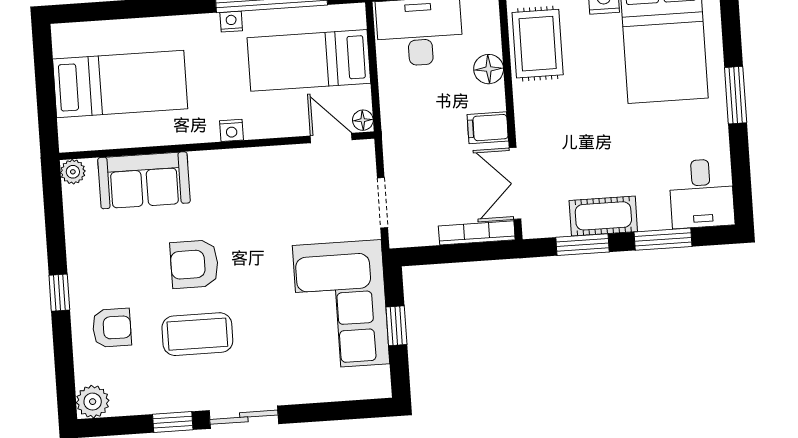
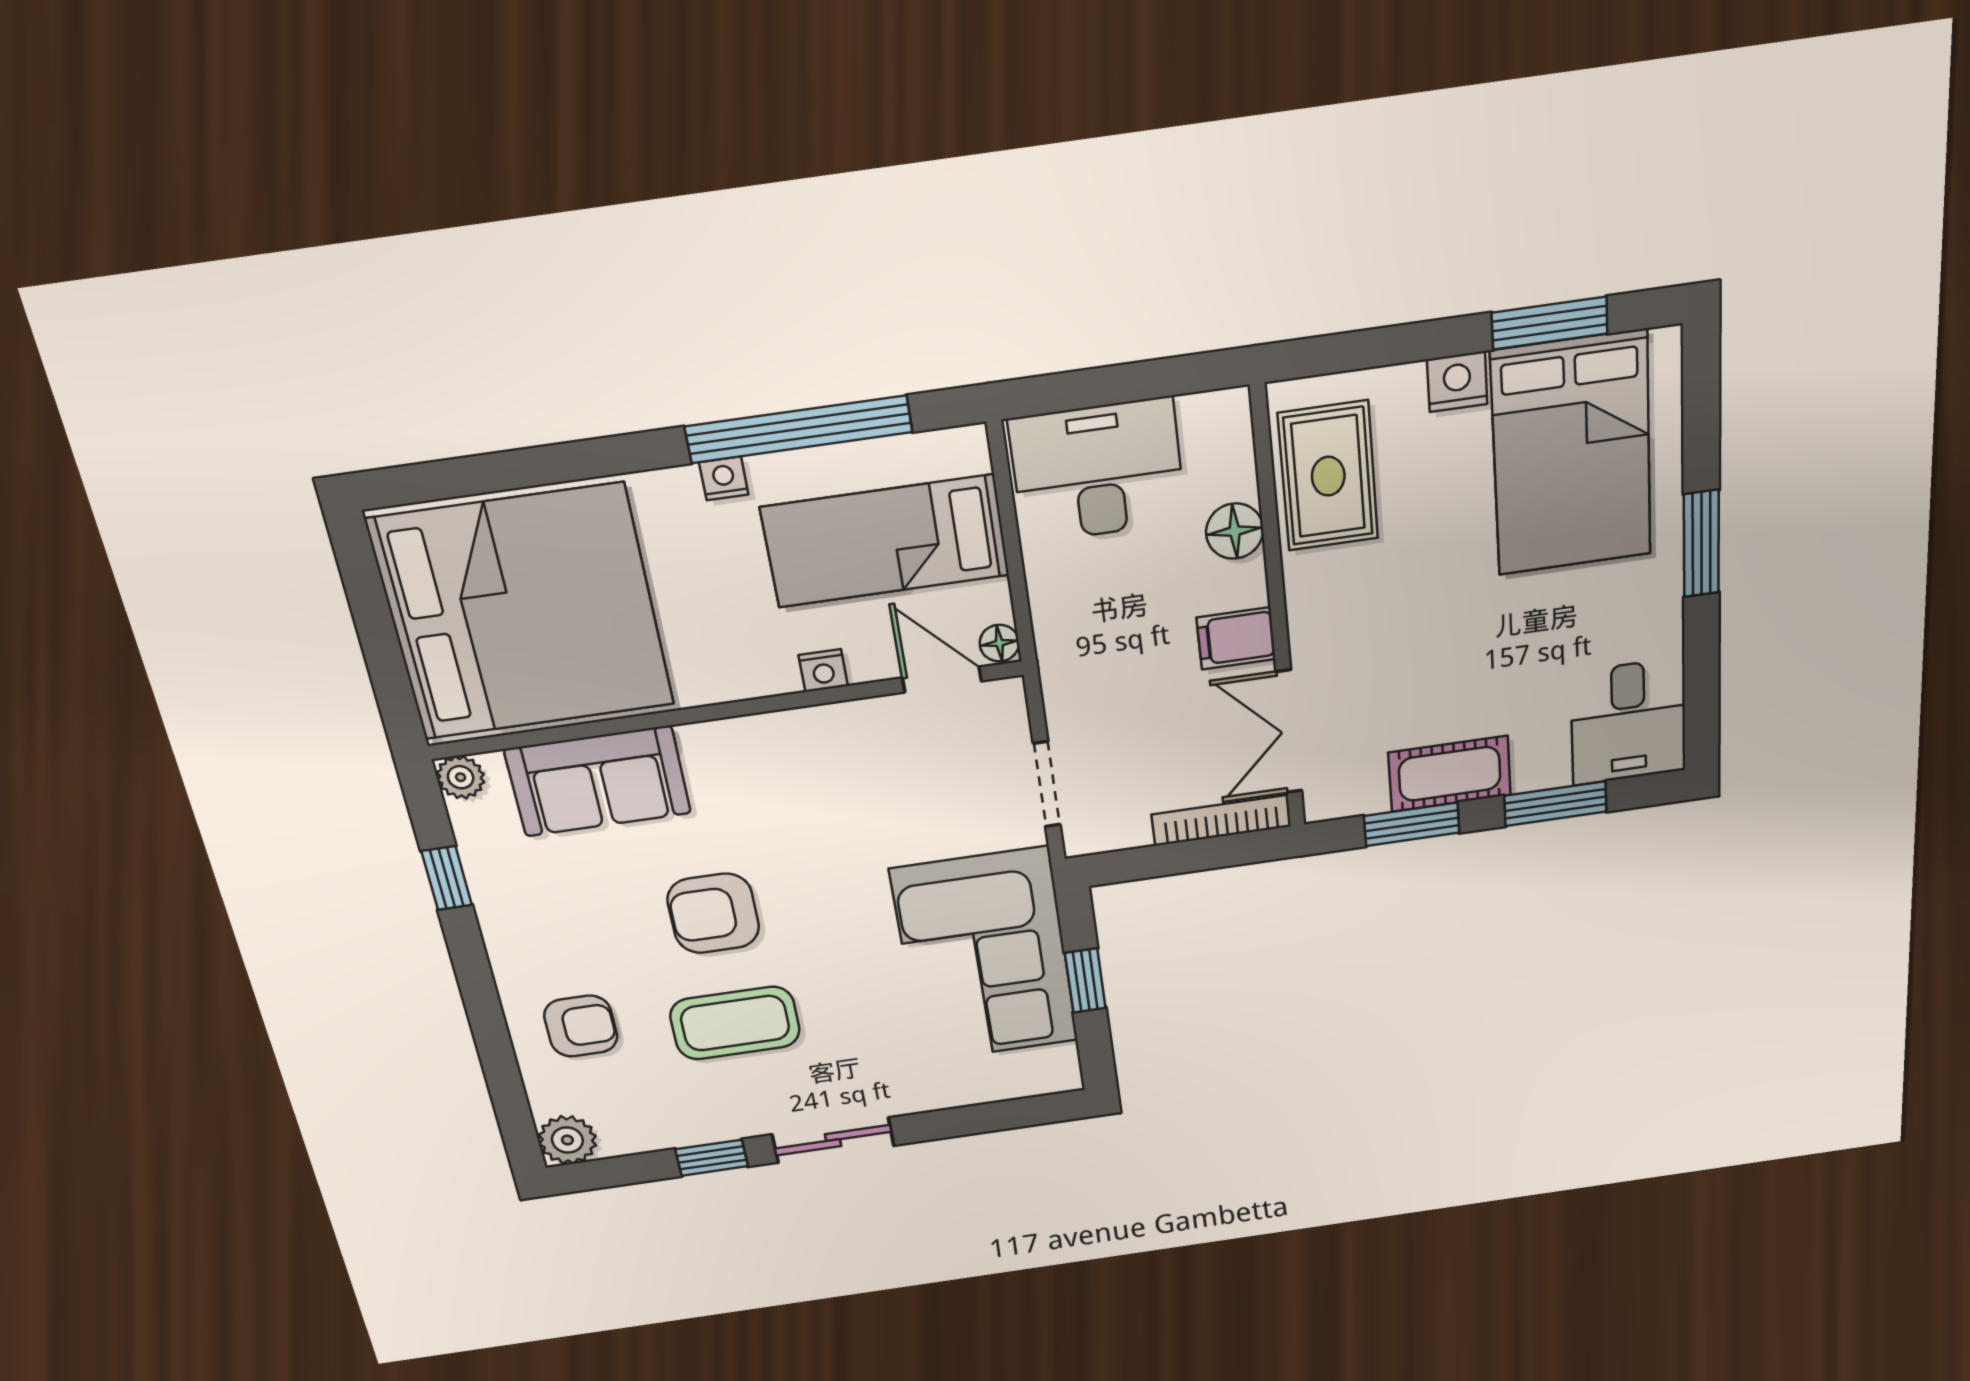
bed: (120, 84) -> (522, 613), width x2.04
nightstand: (231, 130) -> (823, 671), moved
window: (59, 293) -> (447, 878), moved

